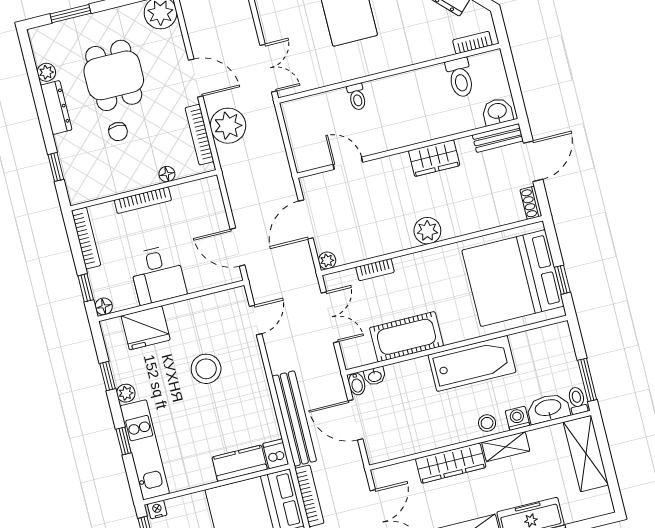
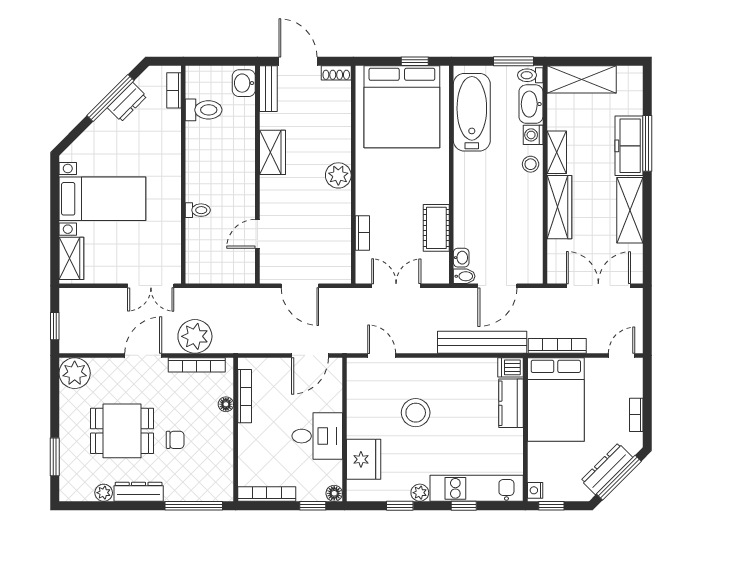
double door: (268, 68) -> (151, 286), swing flipped
window: (56, 167) -> (194, 506), width x2.17
bookcase: (143, 200) -> (245, 396), moved
plant: (327, 260) -> (343, 275), removed
cot: (406, 337) -> (436, 228), width x0.73, depth x0.75
bathtub: (472, 363) -> (472, 112), moved

